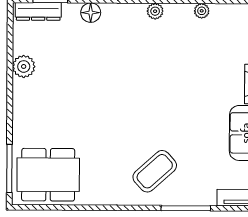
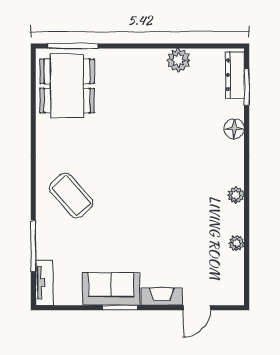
window: (186, 208) -> (33, 246), moved

